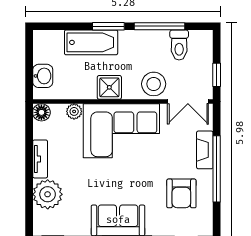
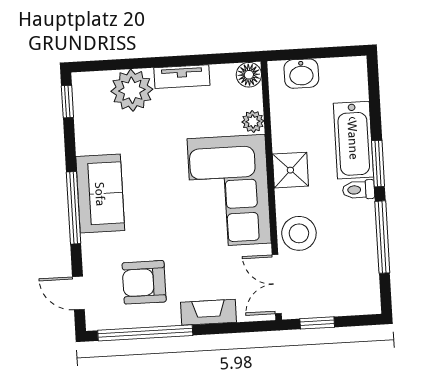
toilet: (179, 45) -> (359, 190), moved, width x0.73, depth x0.72
window: (217, 169) -> (145, 333), moved

